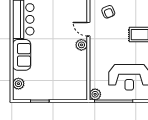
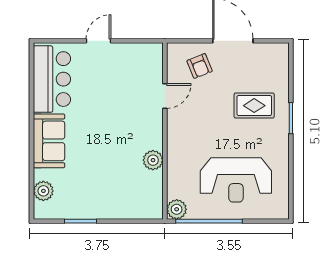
door: (88, 29) -> (165, 96), swing flipped
plant: (81, 45) -> (153, 160), moved

